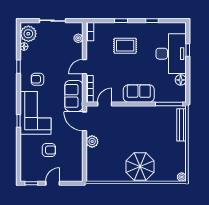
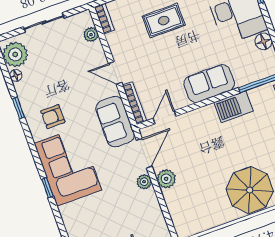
door: (84, 67) -> (115, 73), hinge flipped
barbecue: (148, 113) -> (234, 107), added
door: (84, 121) -> (144, 153), swing flipped
plant: (78, 138) -> (144, 182), added
armchair: (49, 150) -> (107, 214), removed

